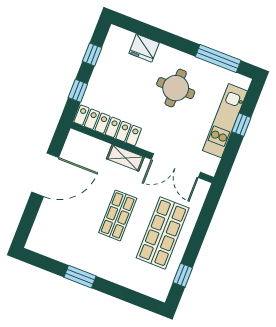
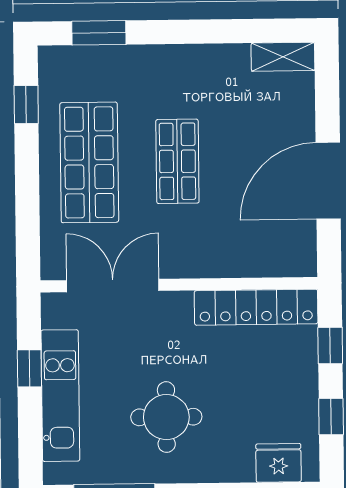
fridge: (144, 48) -> (278, 463), moved
window: (241, 125) -> (29, 368), moved
shelving: (125, 158) -> (283, 57), moved
window: (80, 277) -> (99, 33), moved

